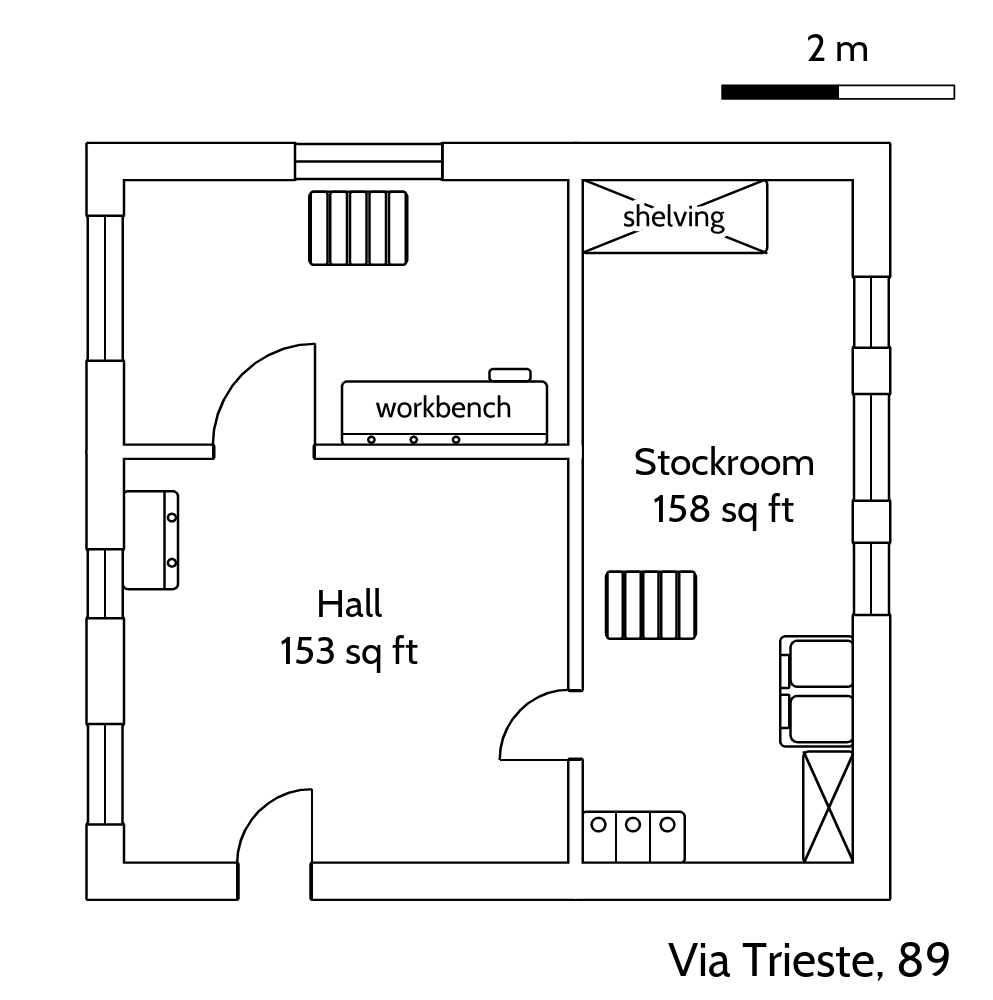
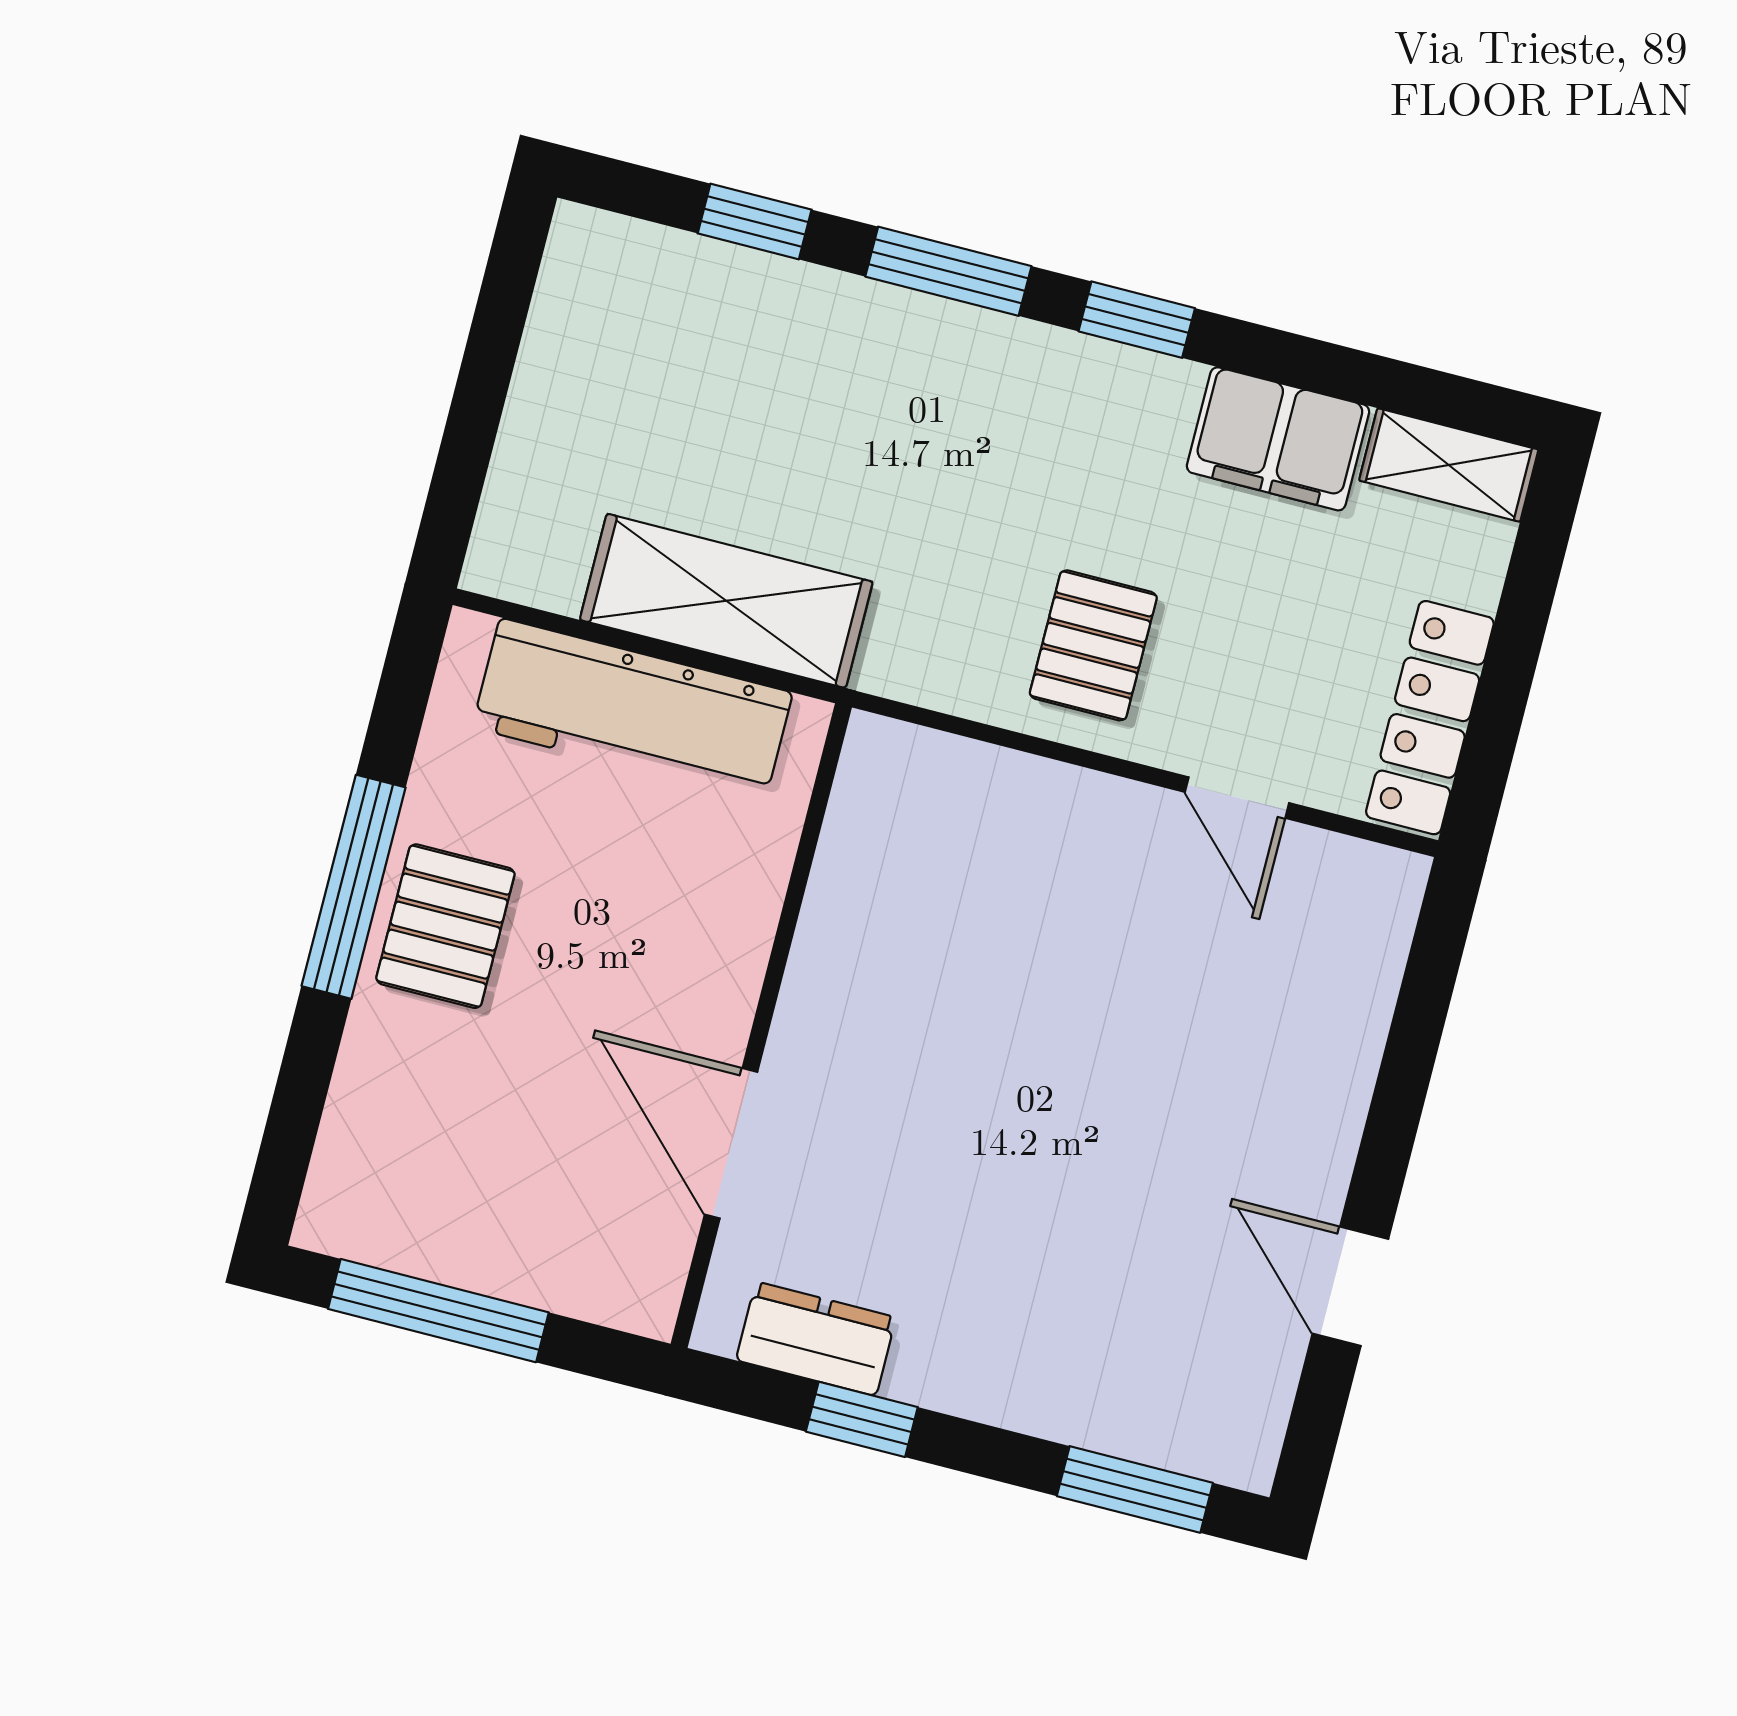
shelving: (674, 216) -> (726, 601), moved, turned 90
workbench: (444, 407) -> (632, 710), moved, turned -90
locker: (633, 838) -> (1430, 718), width x1.53

